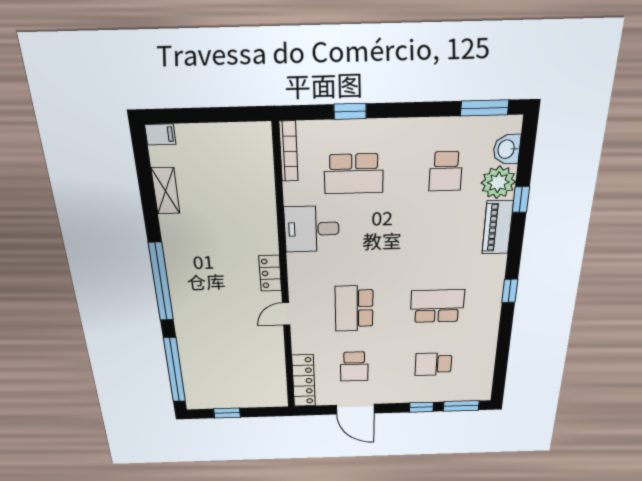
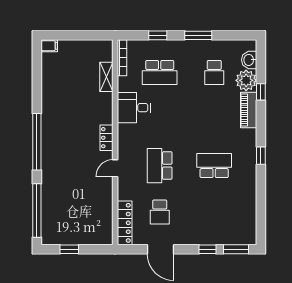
window: (485, 108) -> (198, 35), moved
shelving: (166, 191) -> (106, 77), moved
school desk: (433, 364) -> (214, 212), removed

